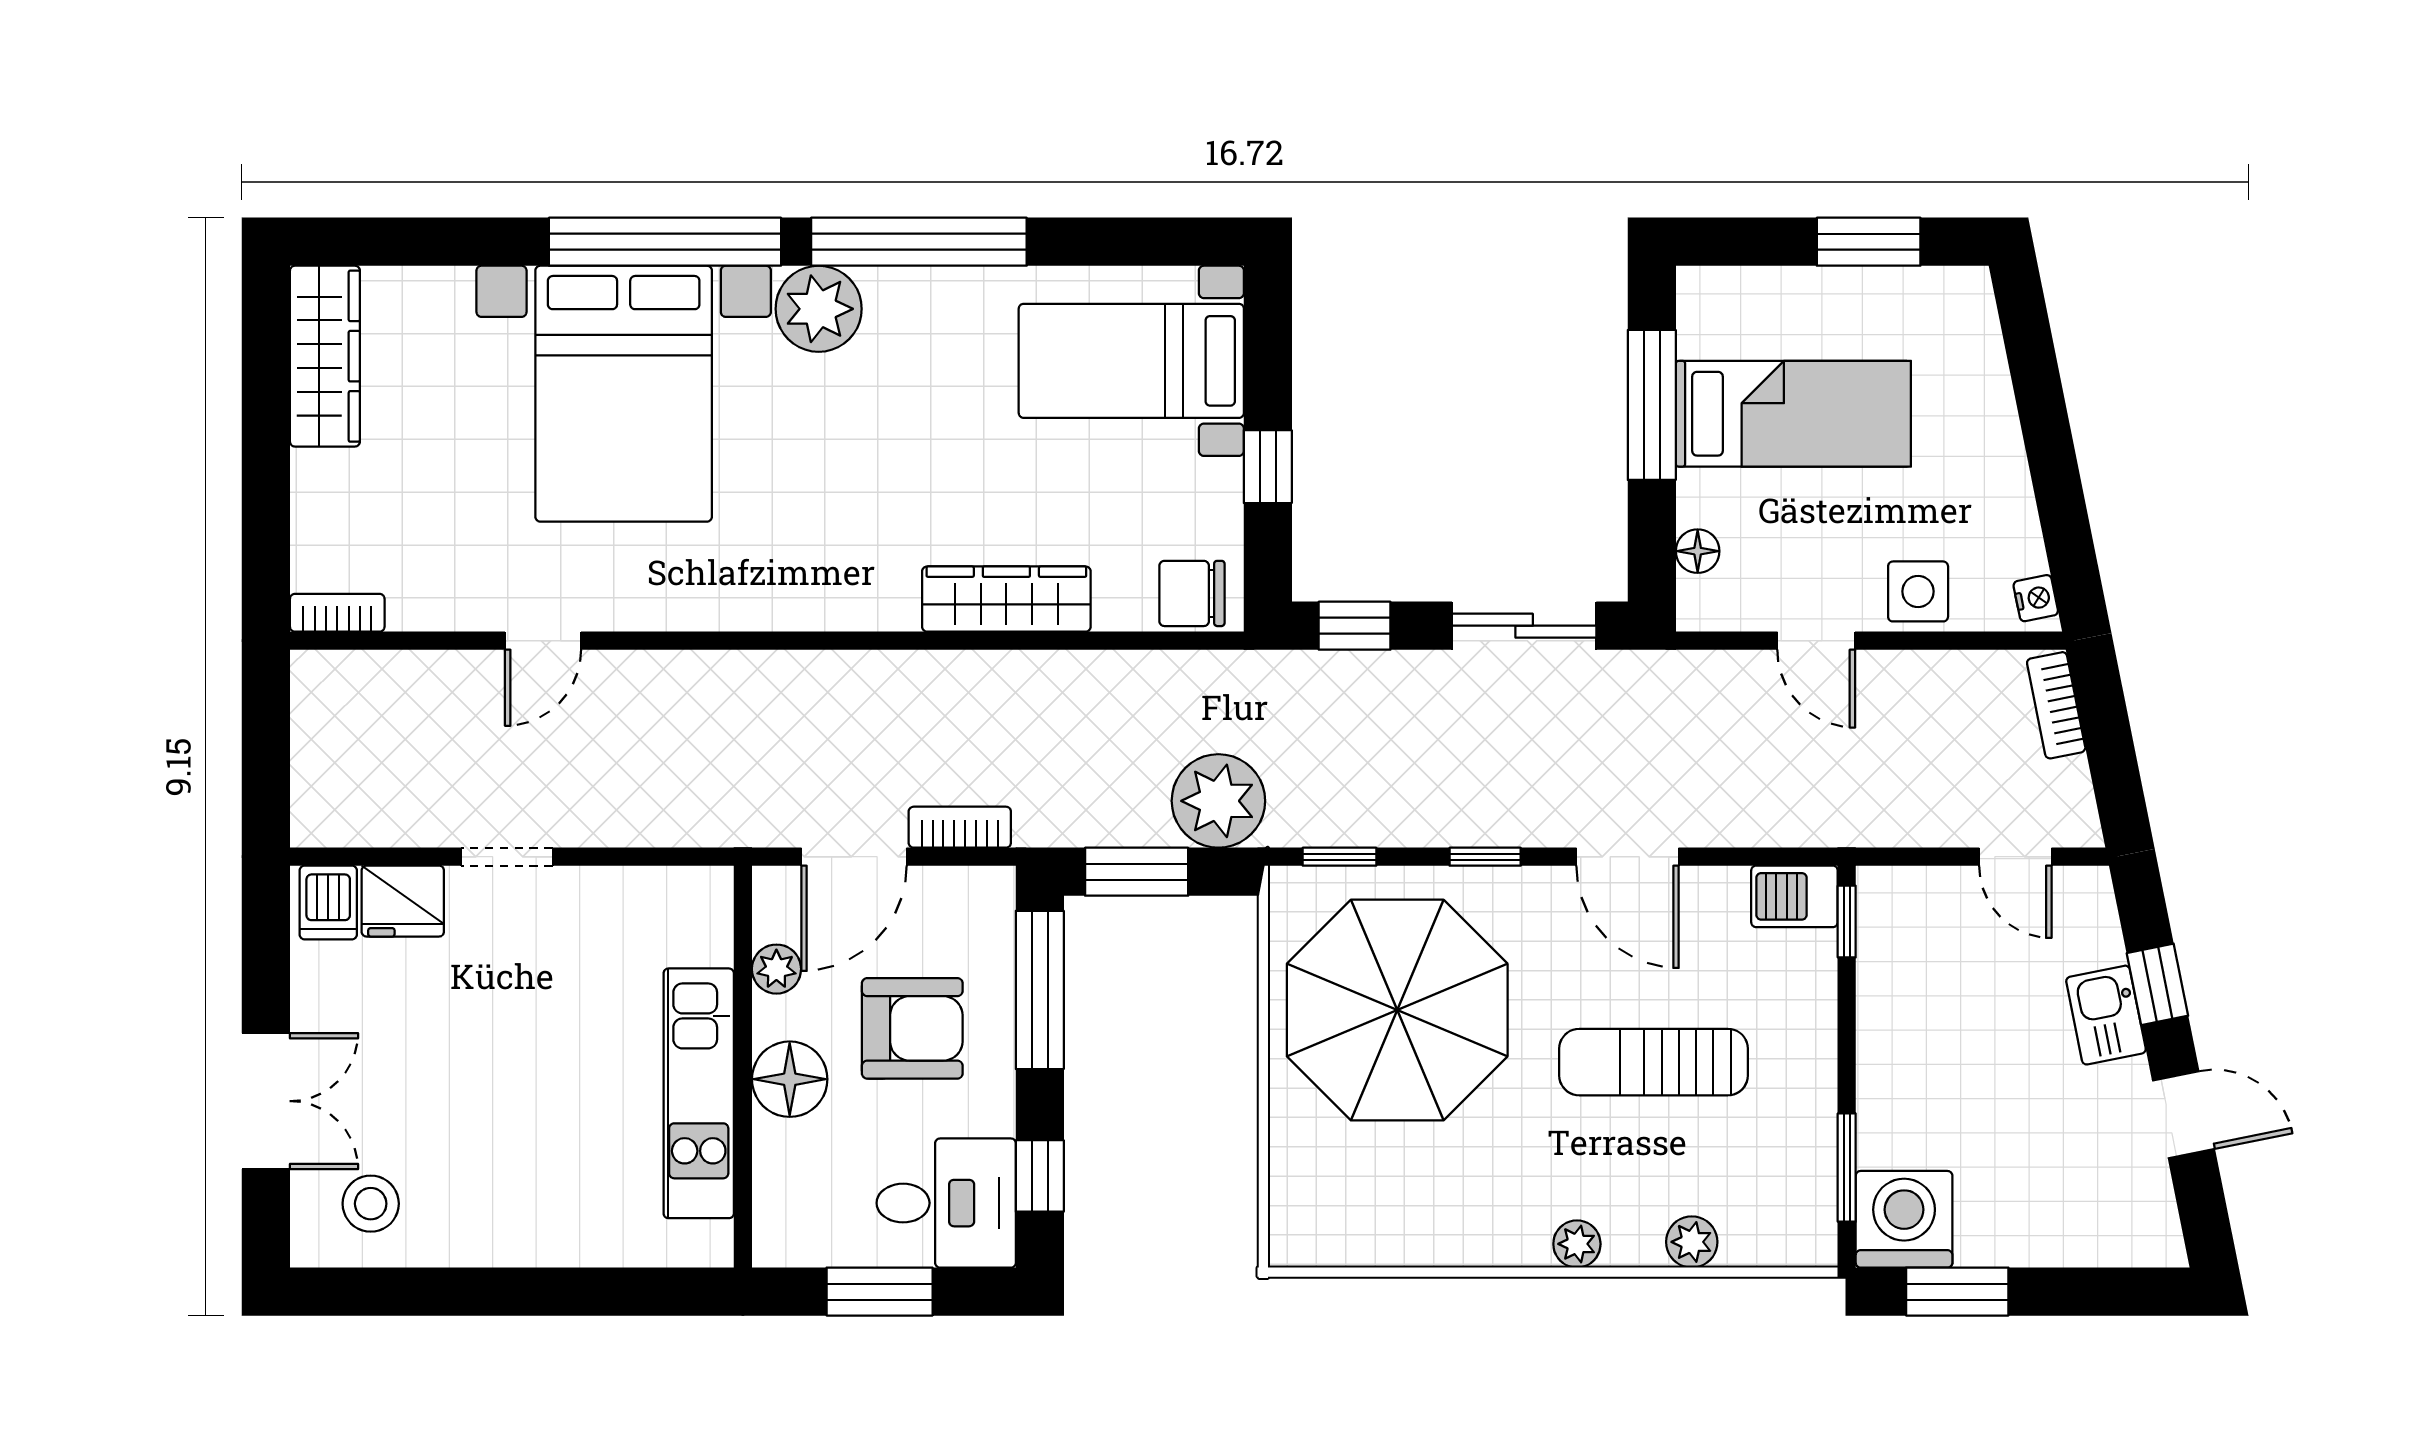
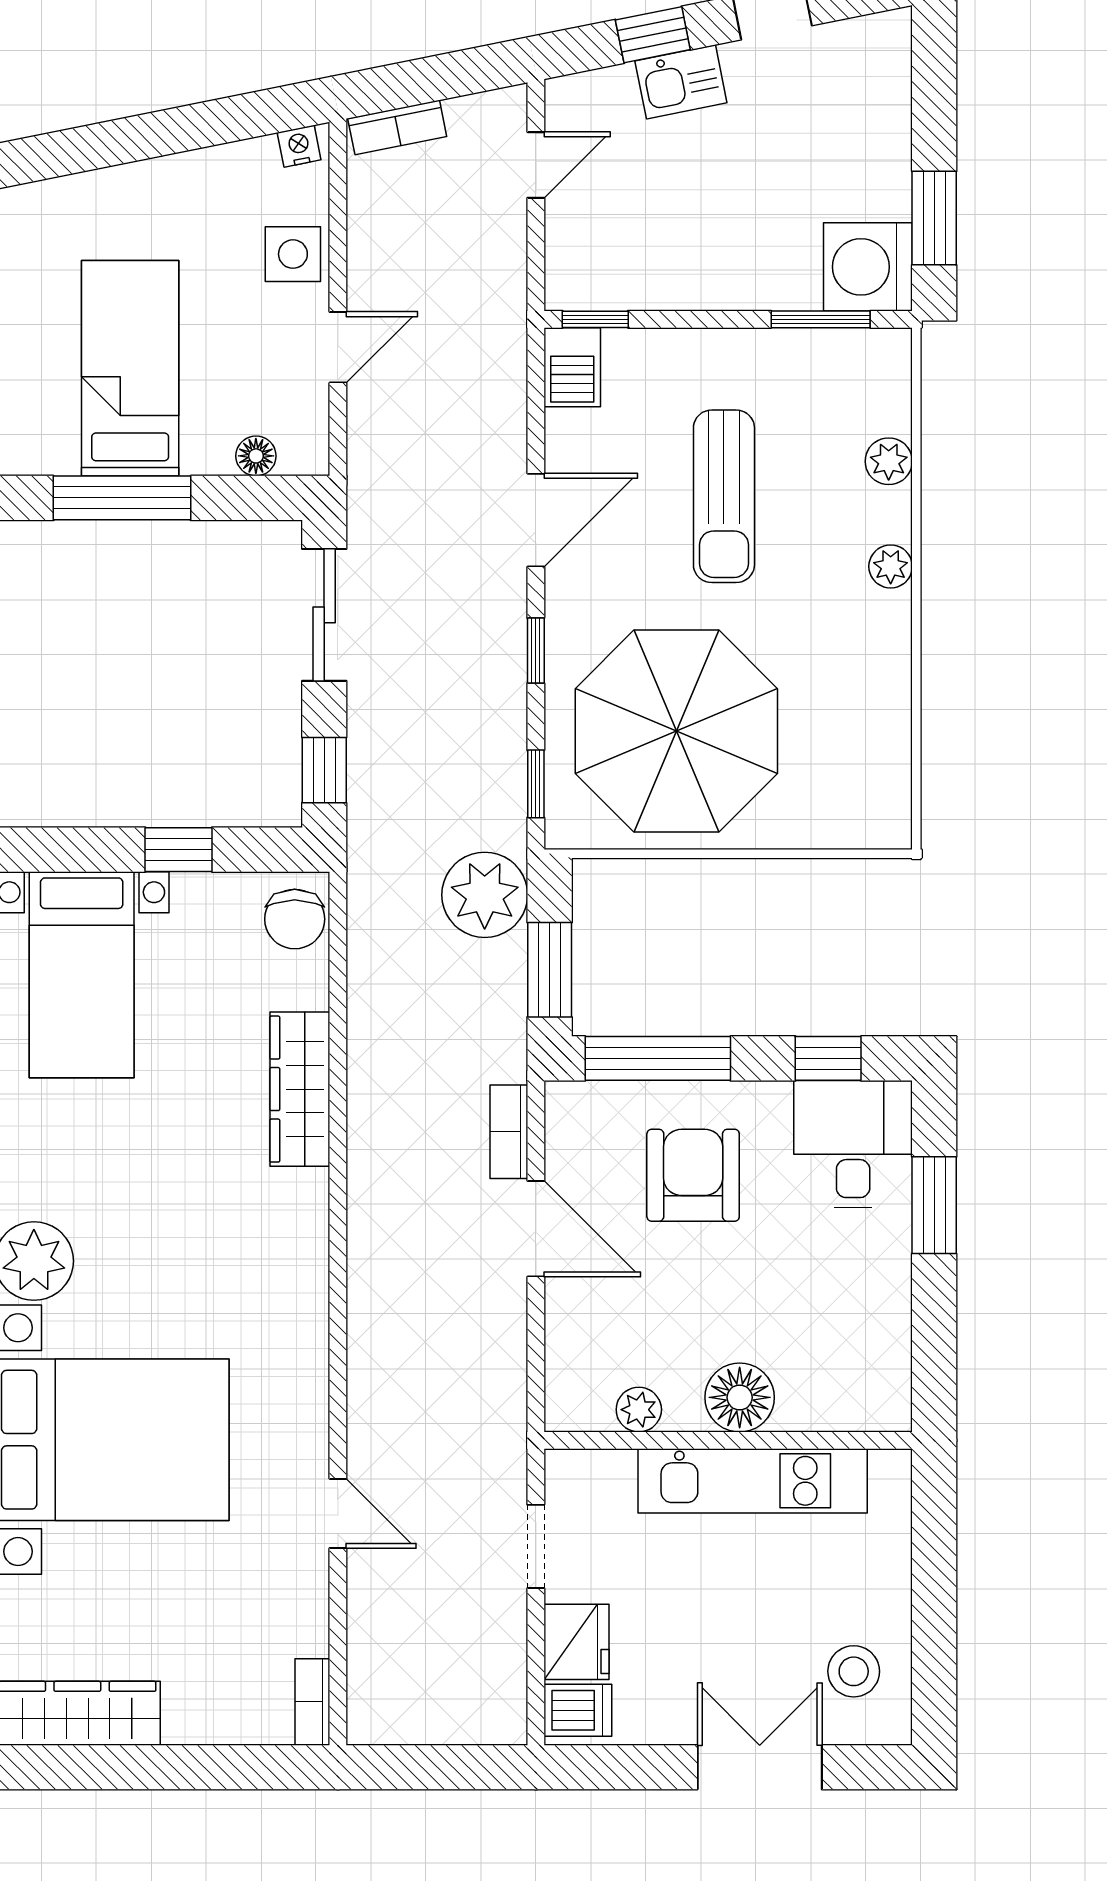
plant: (776, 969) -> (639, 1410), moved
wall: (743, 1067) -> (728, 1440), moved
floor lamp: (790, 1079) -> (740, 1397), moved
kitchen unit: (699, 1093) -> (753, 1481), moved

